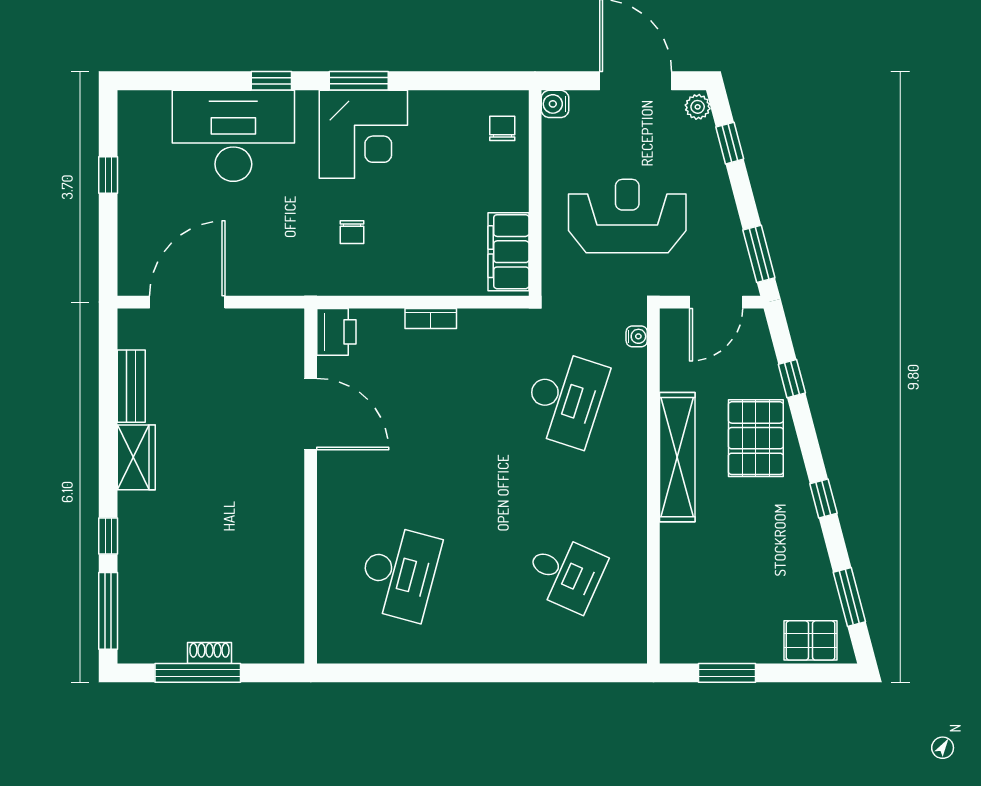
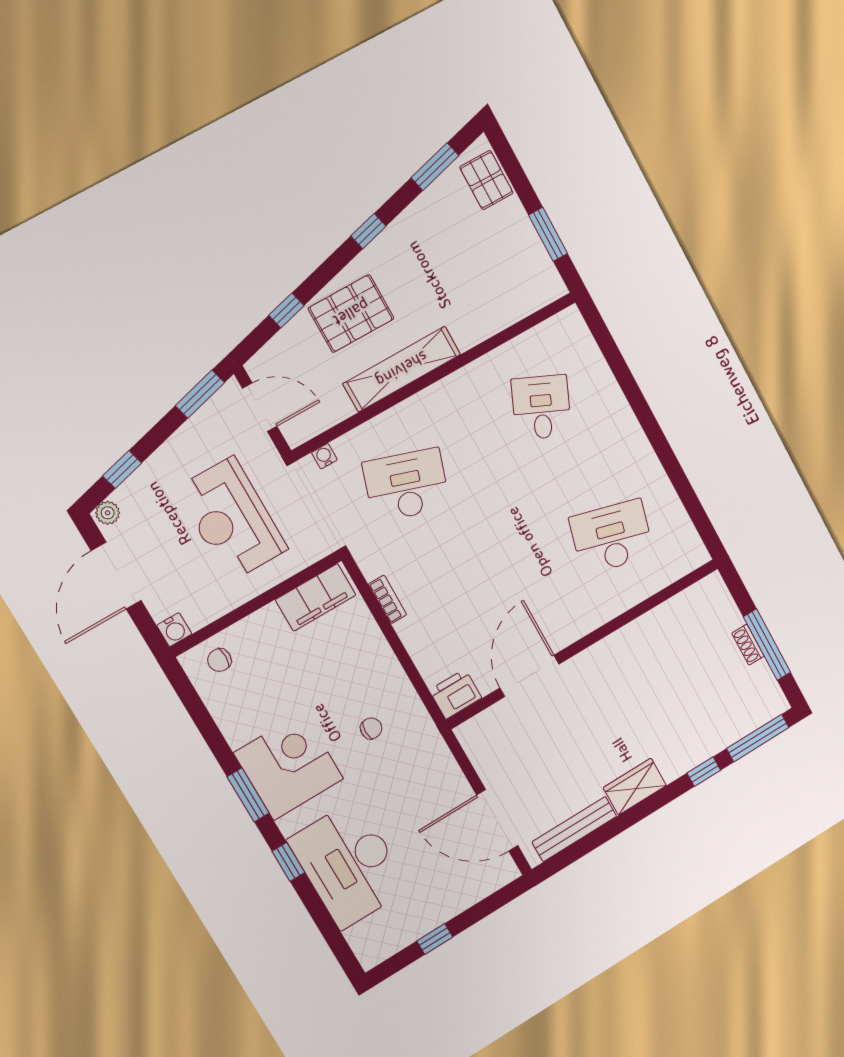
bookcase: (431, 319) -> (388, 599), moved
bench: (131, 386) -> (574, 829), width x1.36

